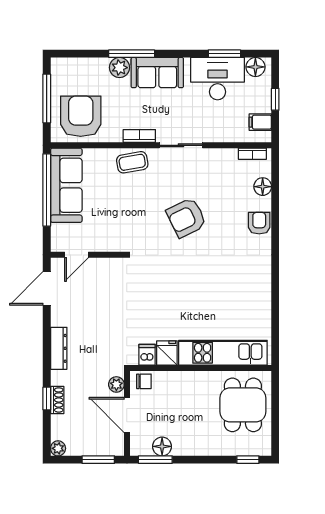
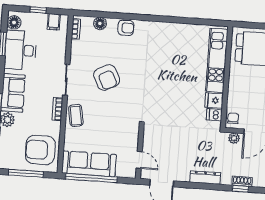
armchair: (186, 218) -> (107, 77), moved
armchair: (259, 223) -> (126, 28), turned 180

